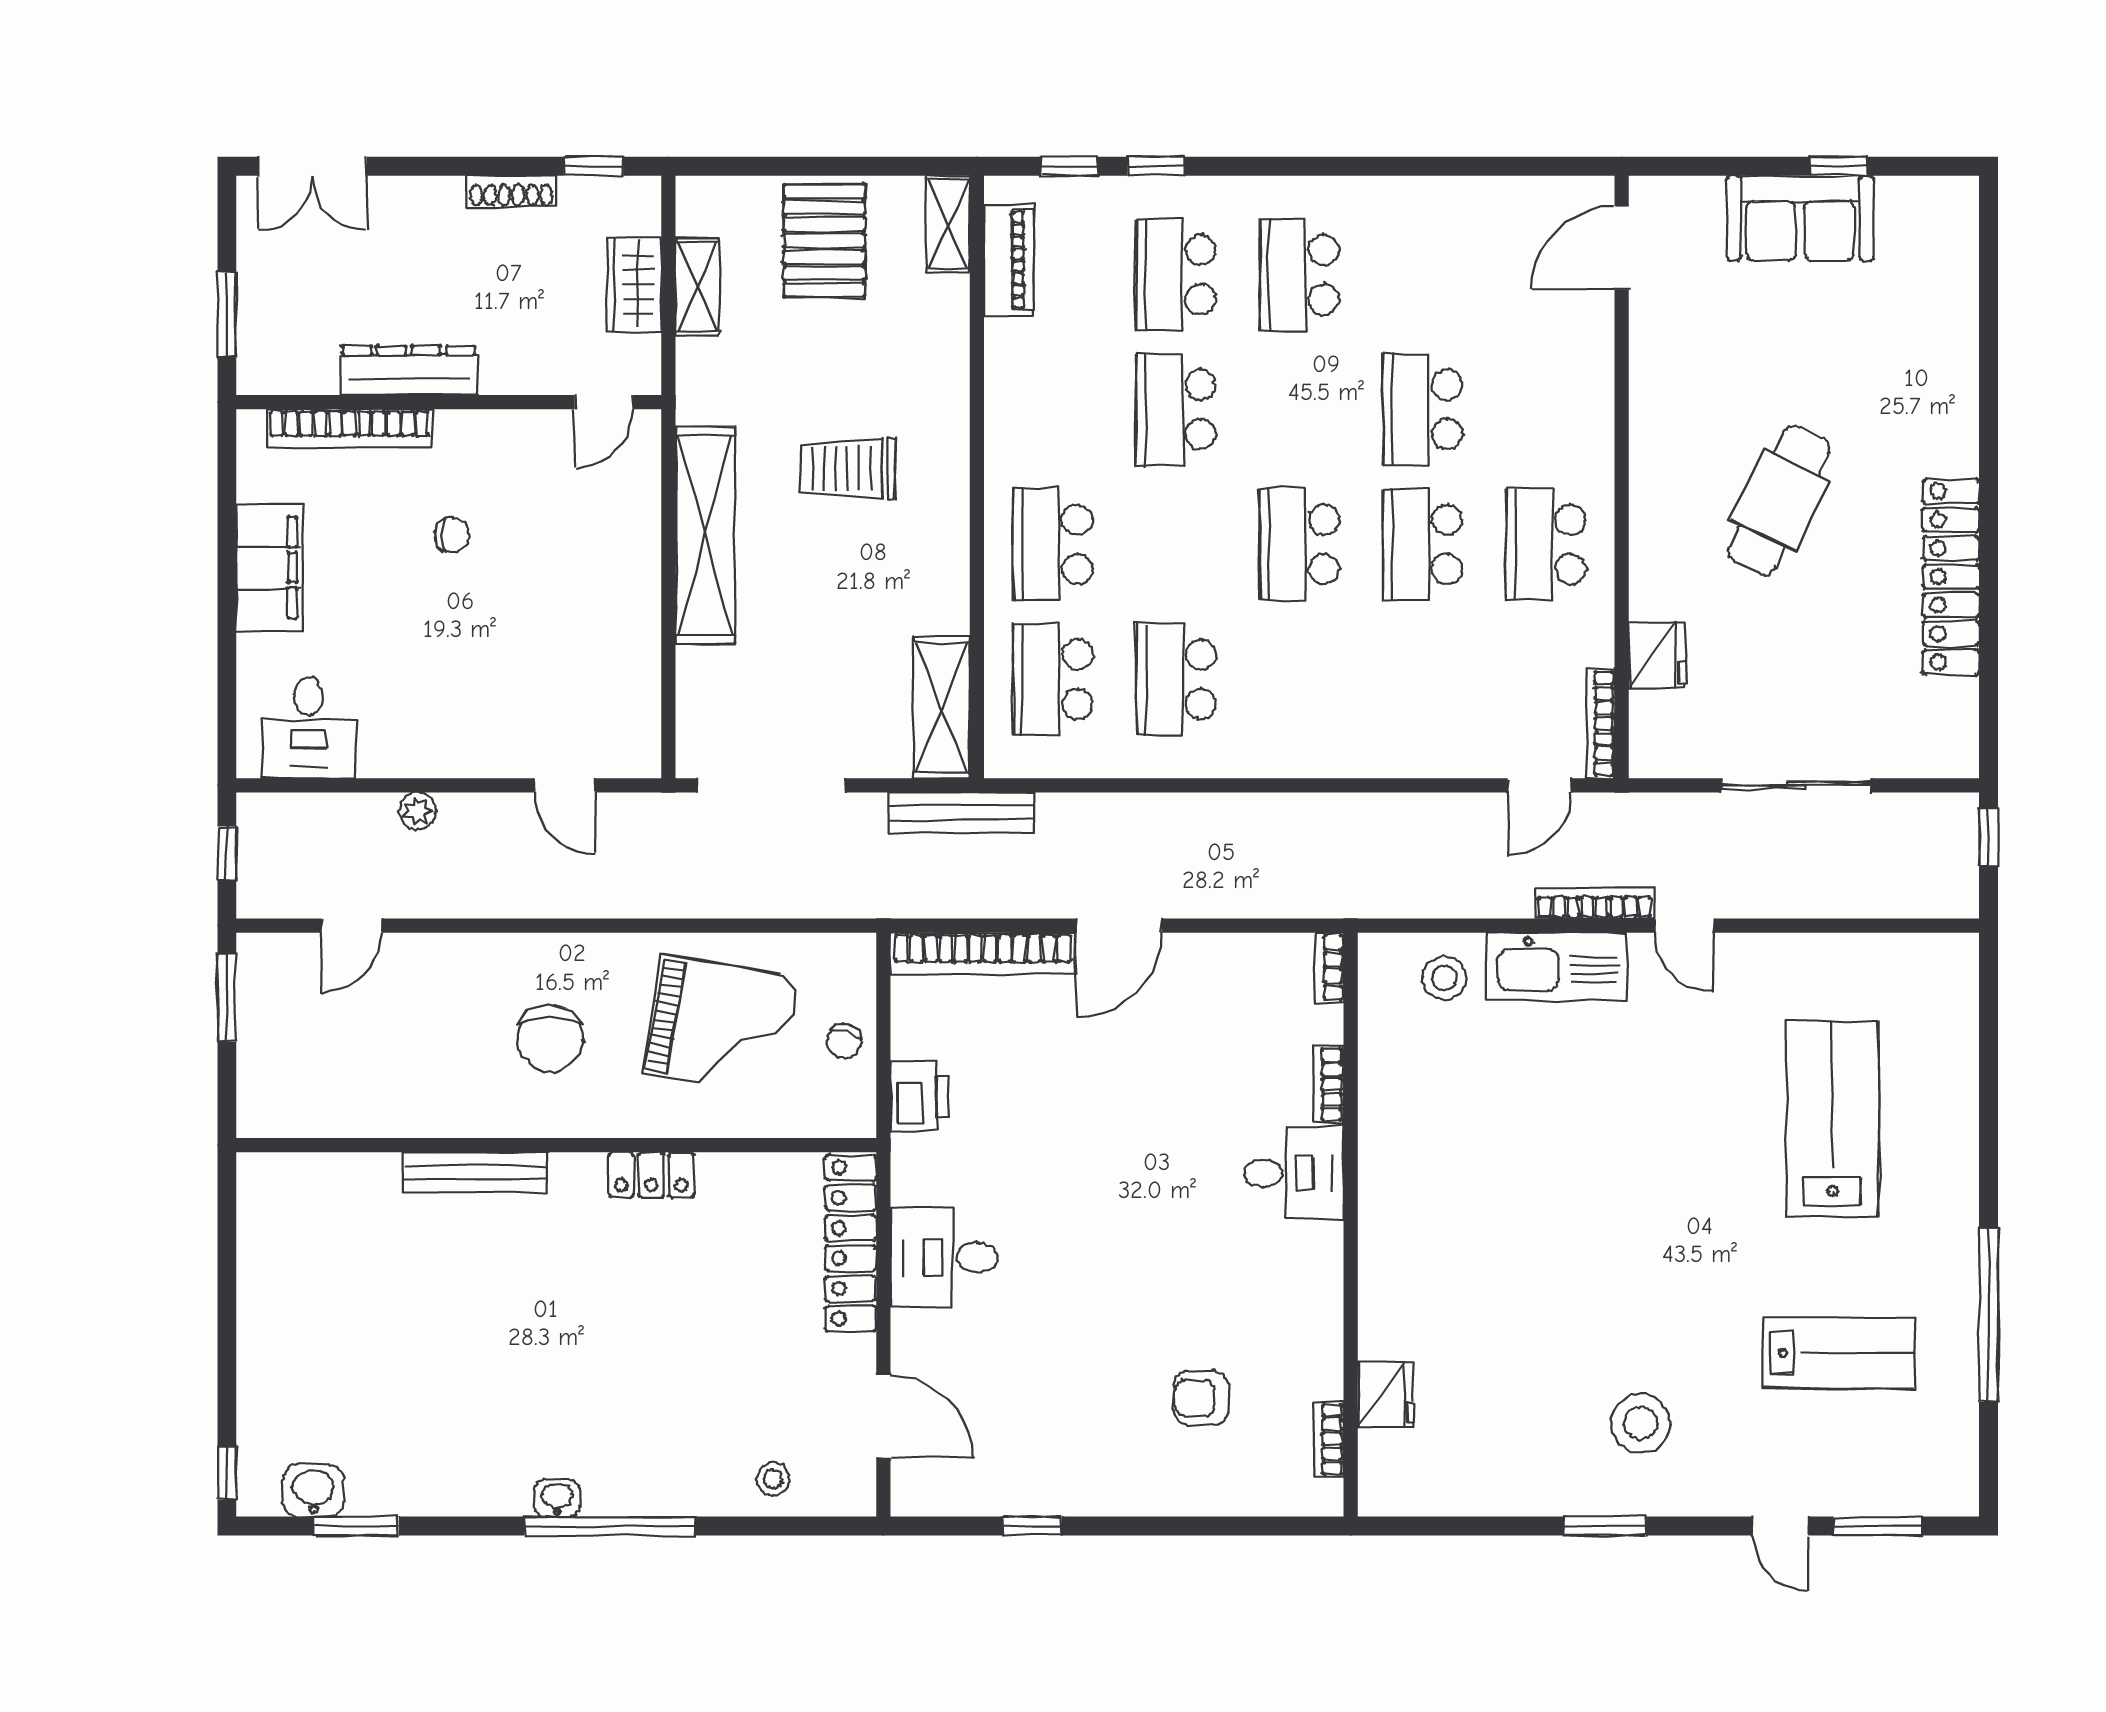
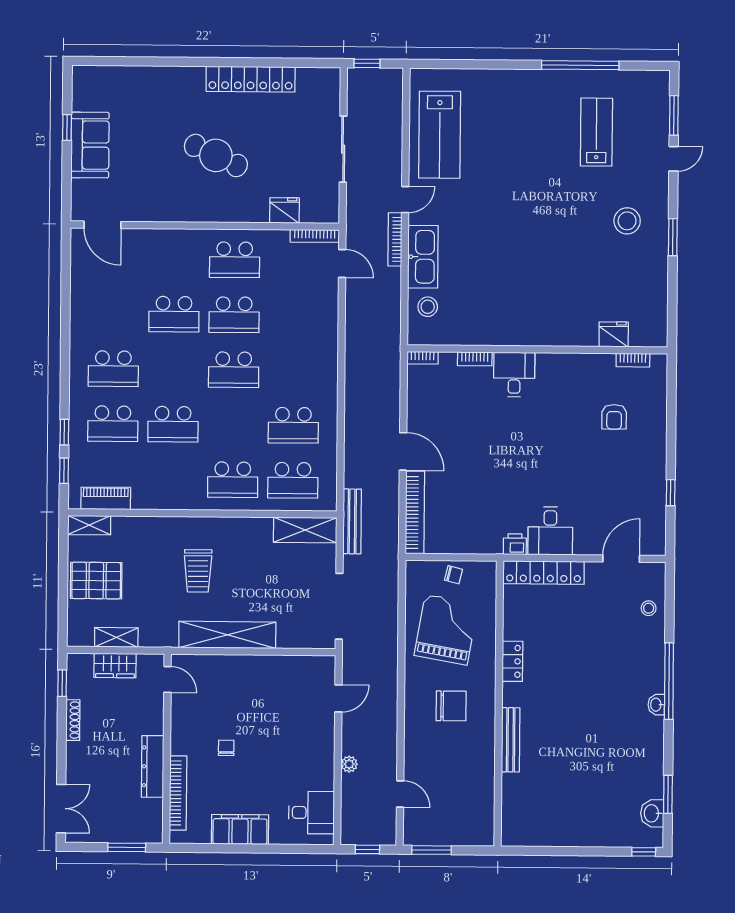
printer: (919, 1096) -> (515, 544), moved, width x0.73, depth x0.81
lab bench: (1833, 1119) -> (440, 135), moved, turned -90

